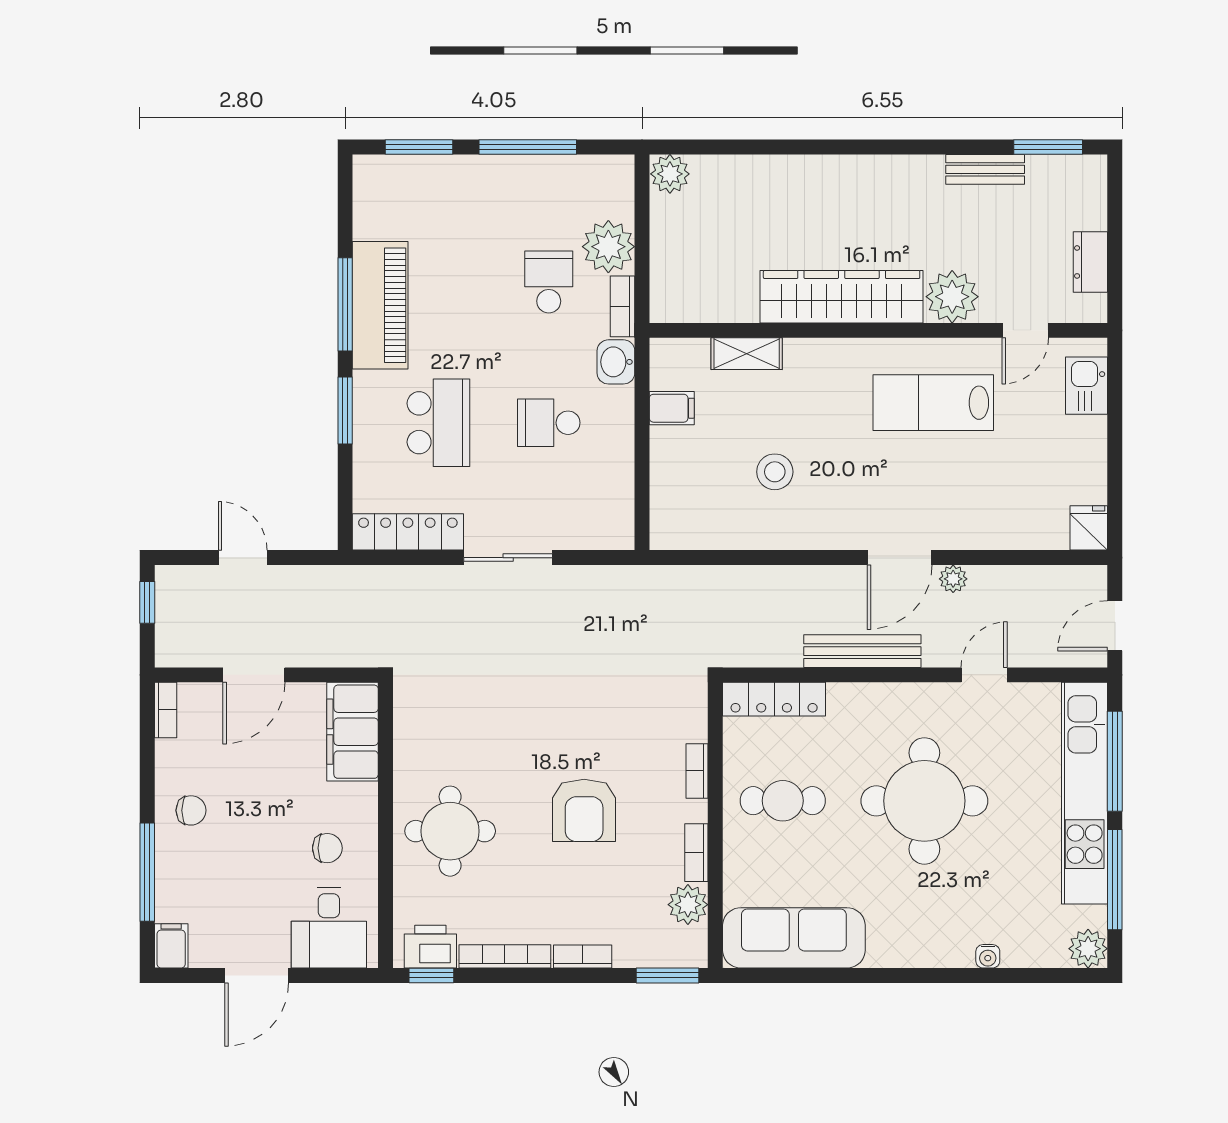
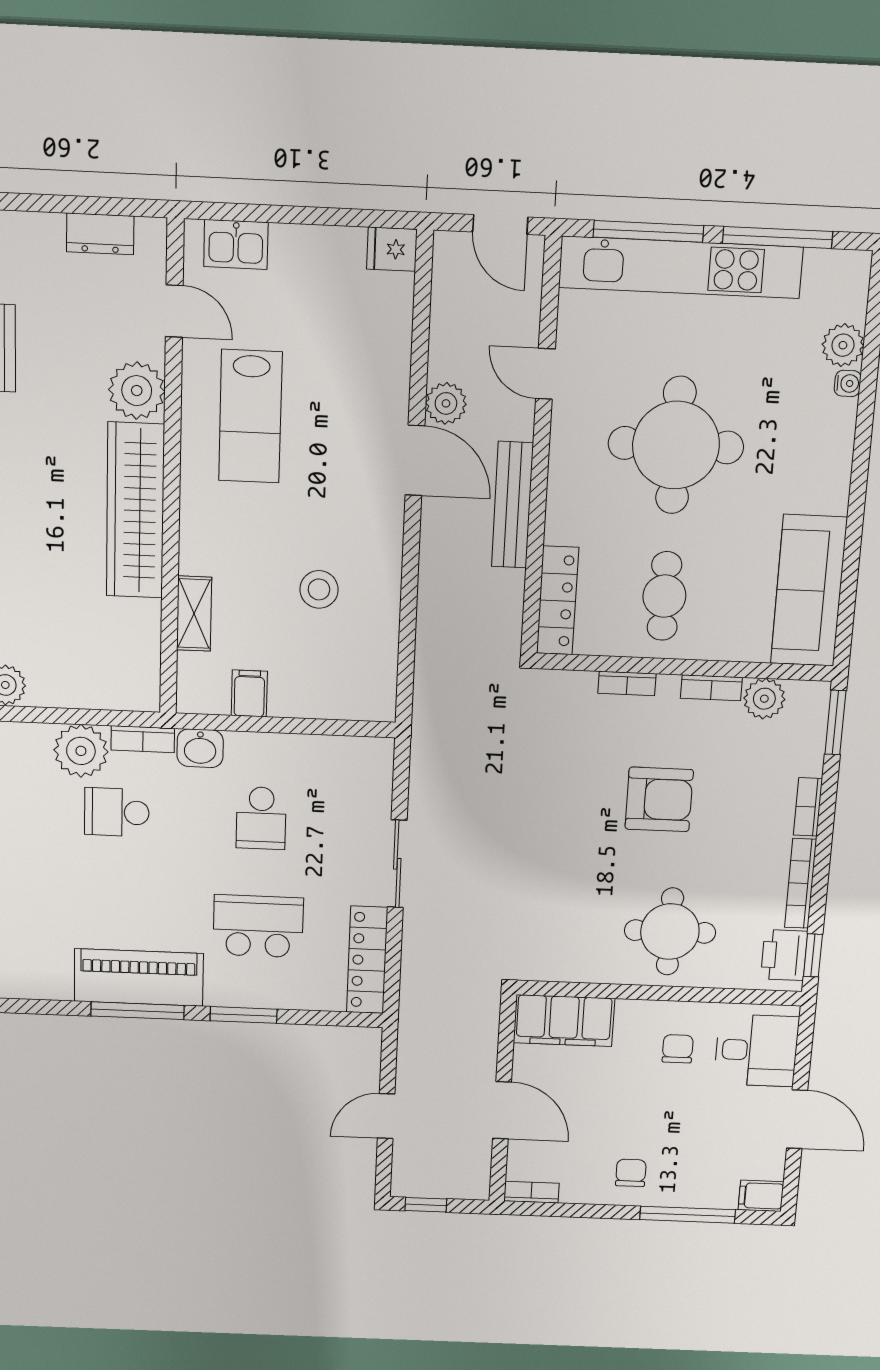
plant: (953, 579) -> (446, 403), width x1.38, depth x1.38
plant: (1088, 949) -> (843, 345), moved

